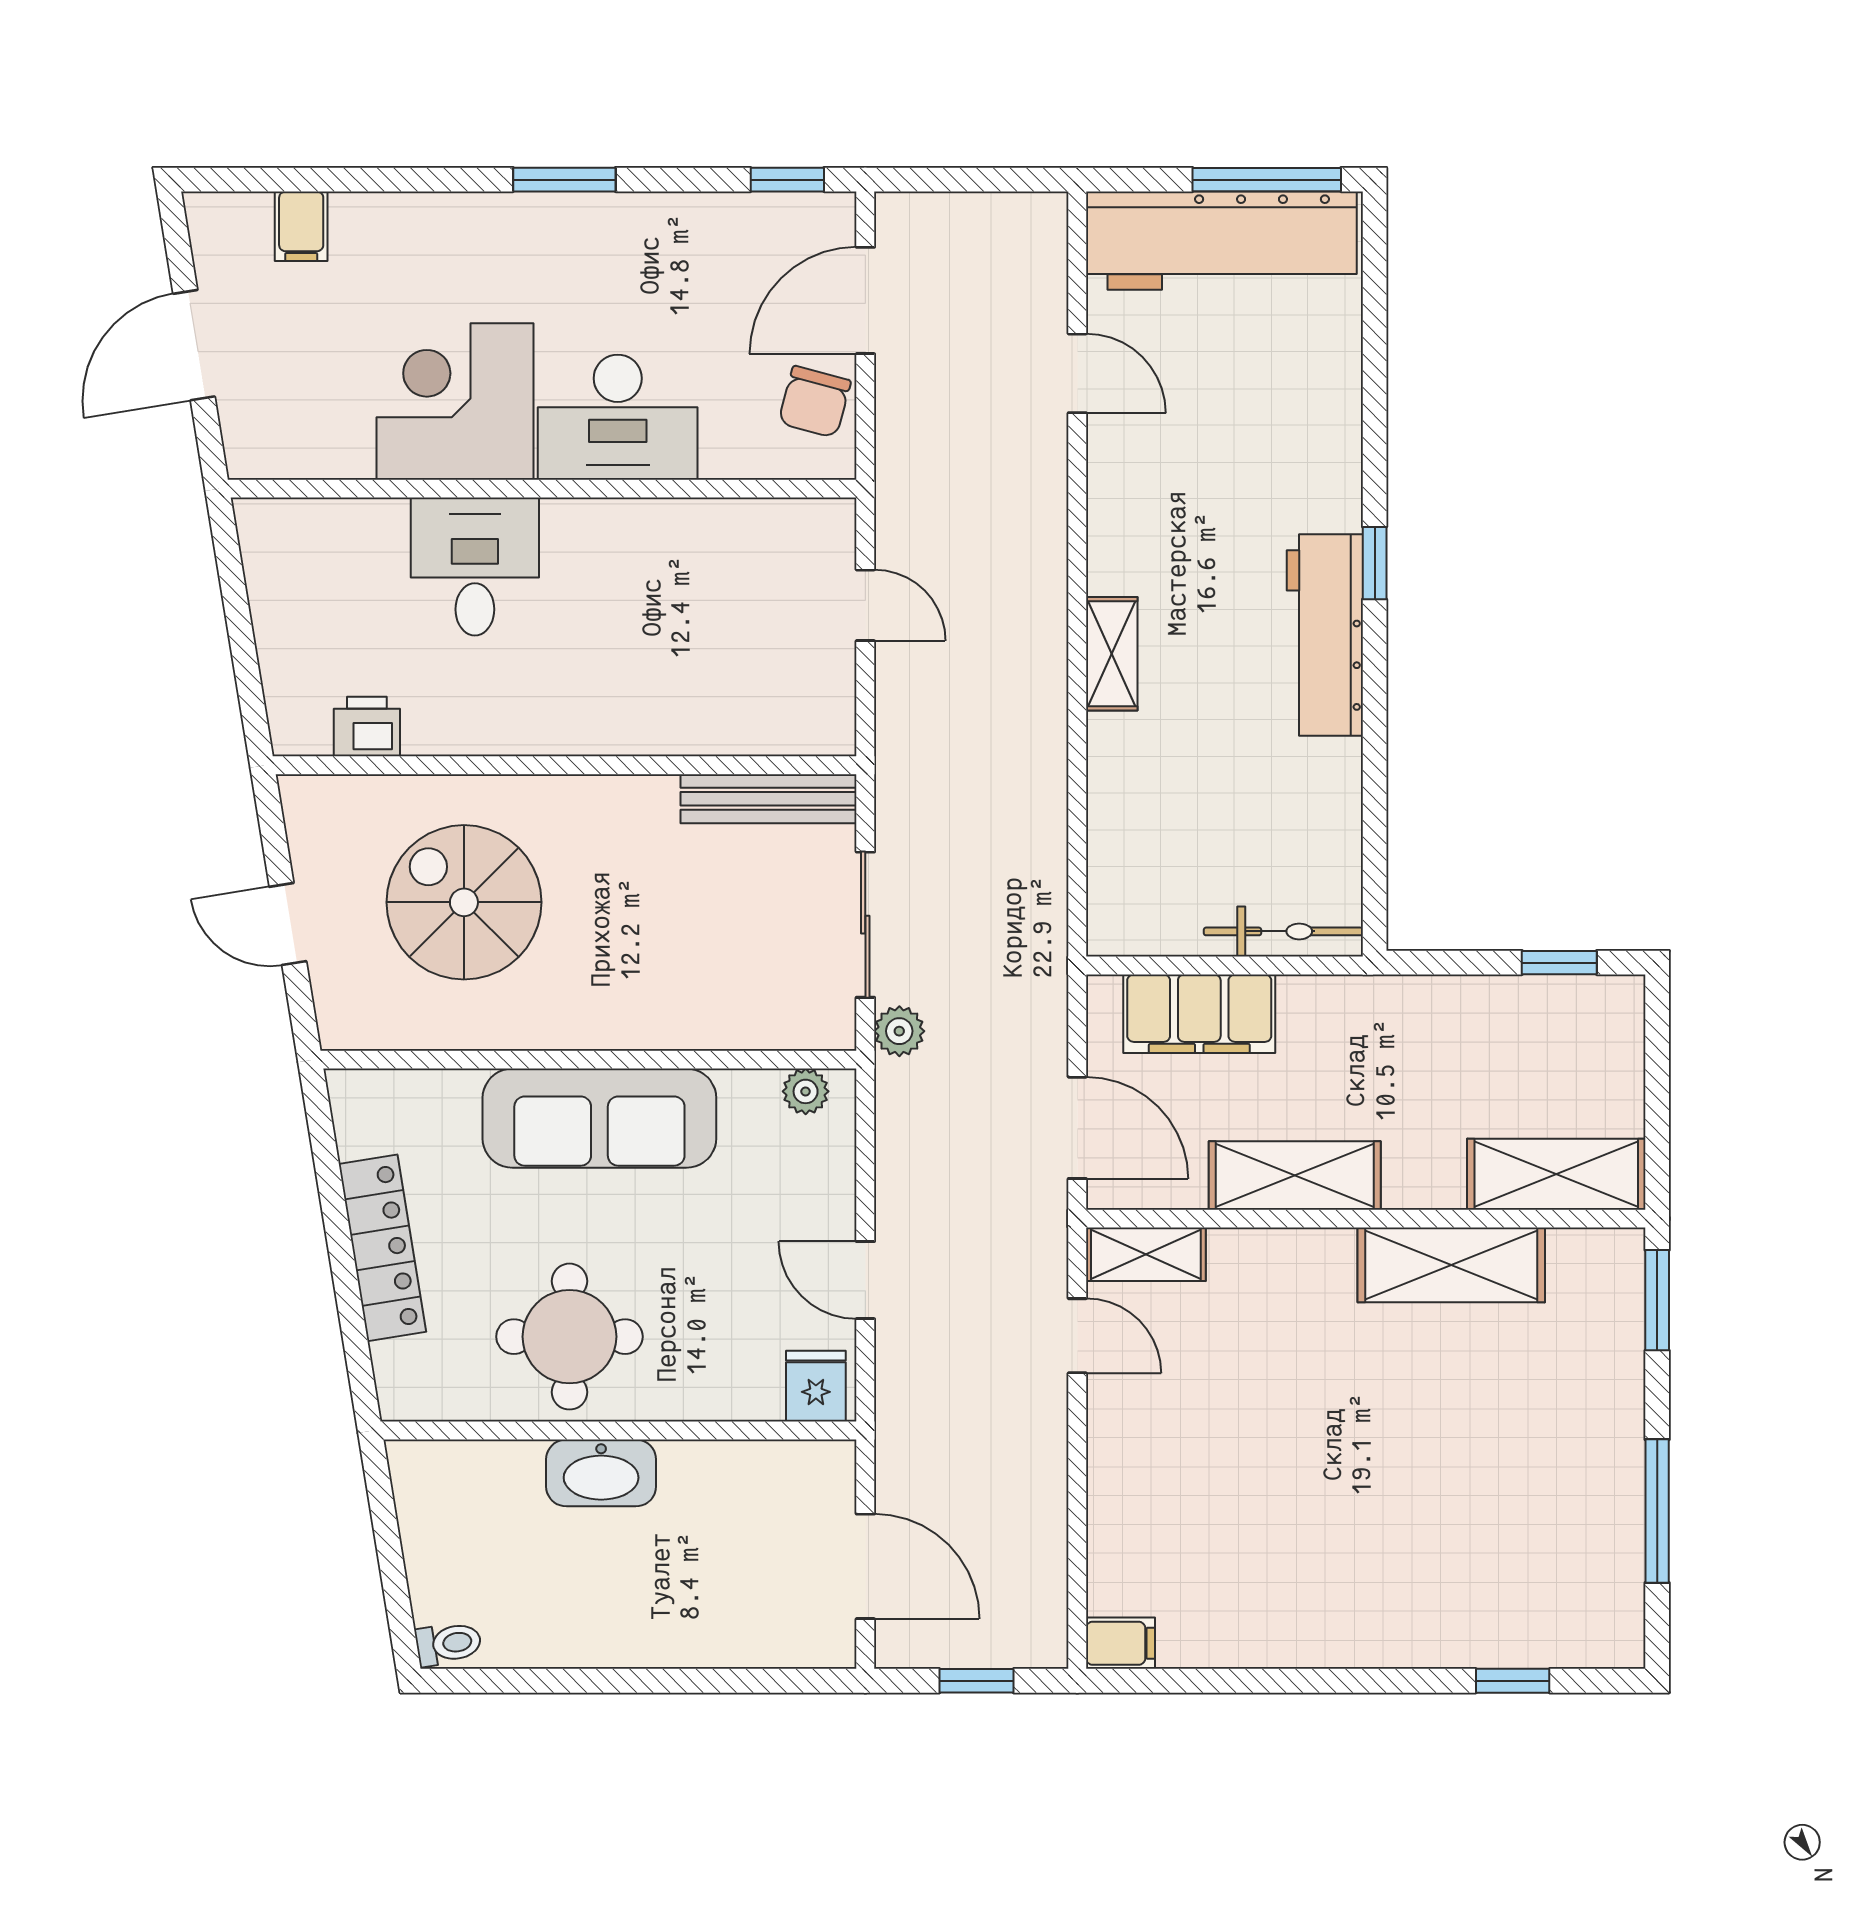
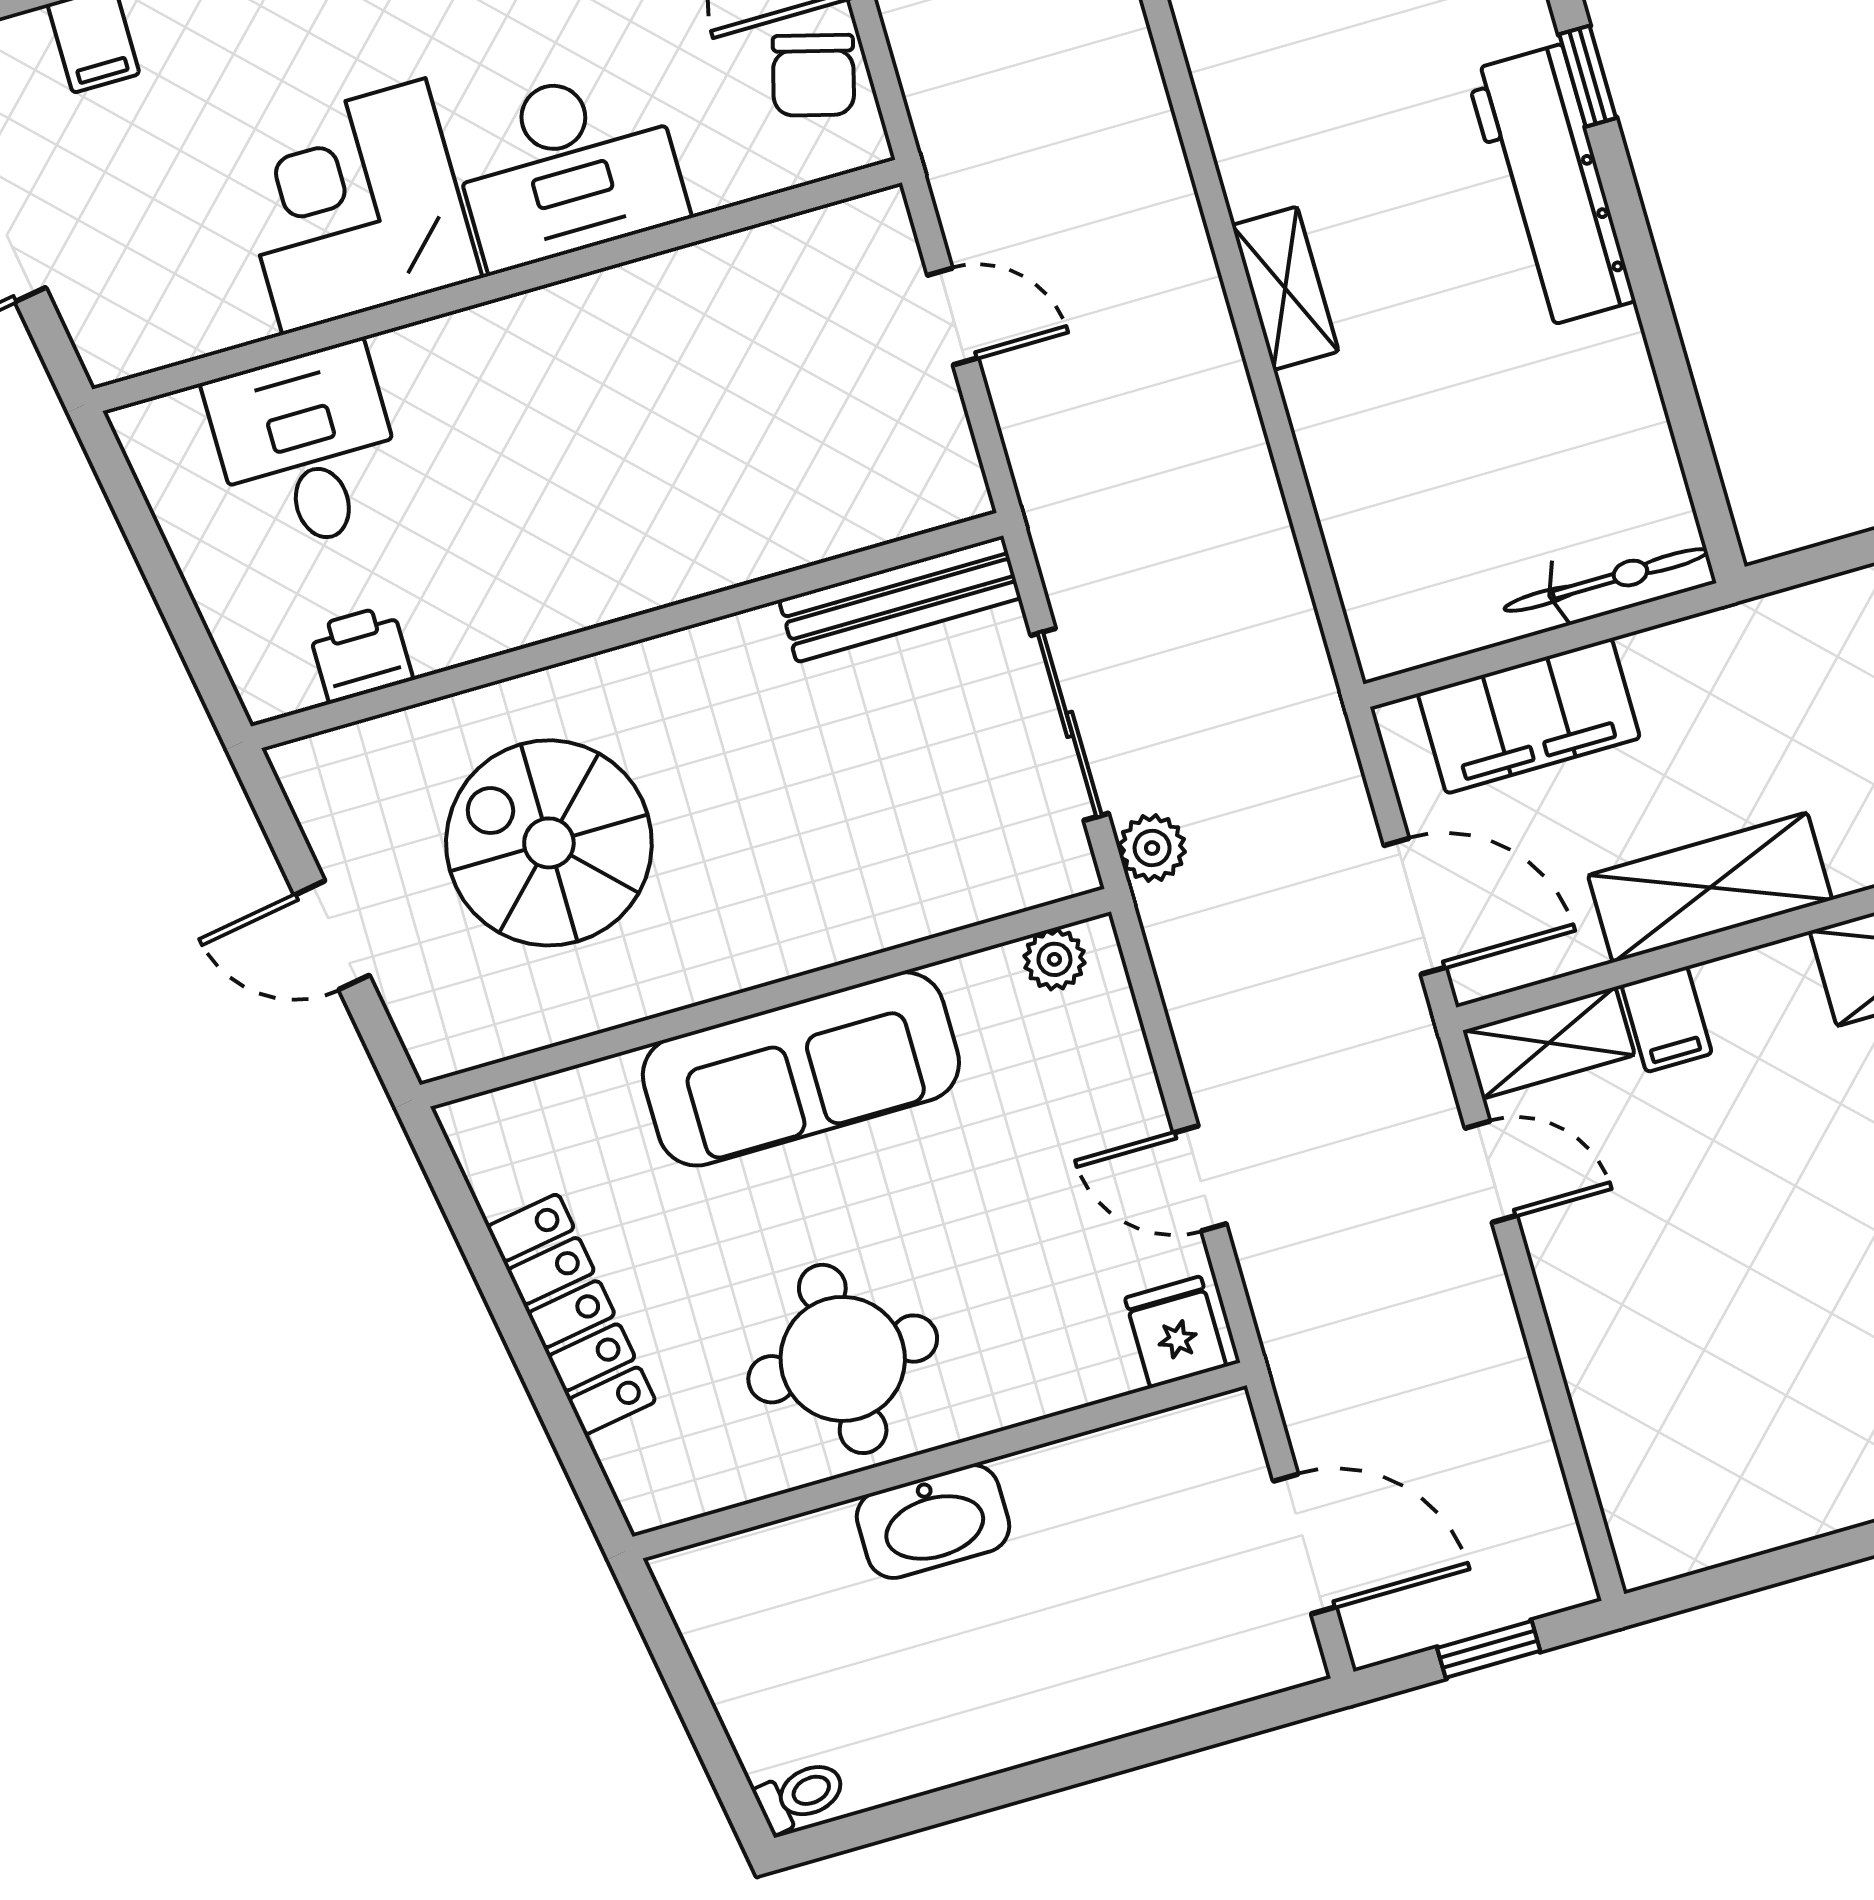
desk: (475, 567) -> (307, 448), moved
filing cabinet: (1120, 1643) -> (1667, 1019), moved, turned 90

